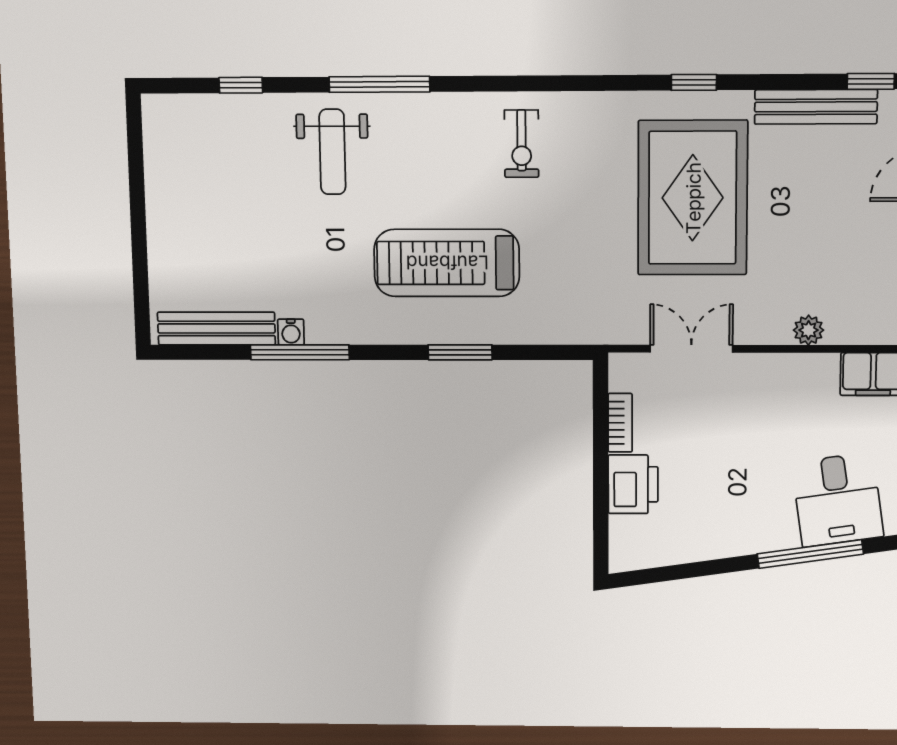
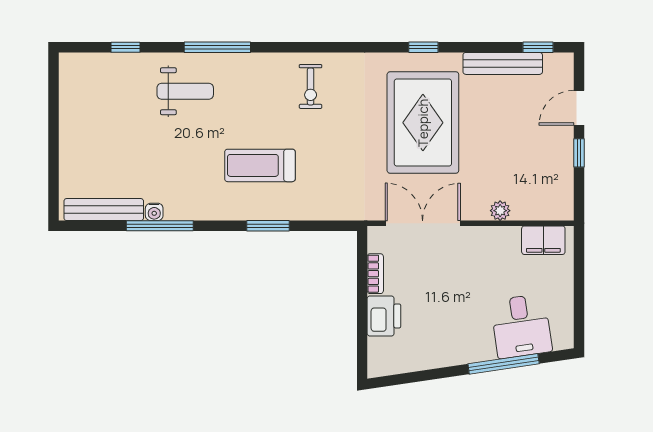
weight bench: (332, 152) -> (185, 91), turned -90
treadmill: (447, 263) -> (260, 165), width x0.73, depth x0.73
double door: (691, 349) -> (423, 223), width x1.37

